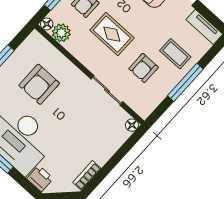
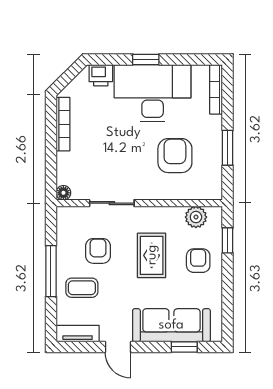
floor lamp: (47, 24) -> (215, 213), removed
rug: (112, 34) -> (152, 255), turned 90
bookcase: (87, 175) -> (63, 124), width x1.56

